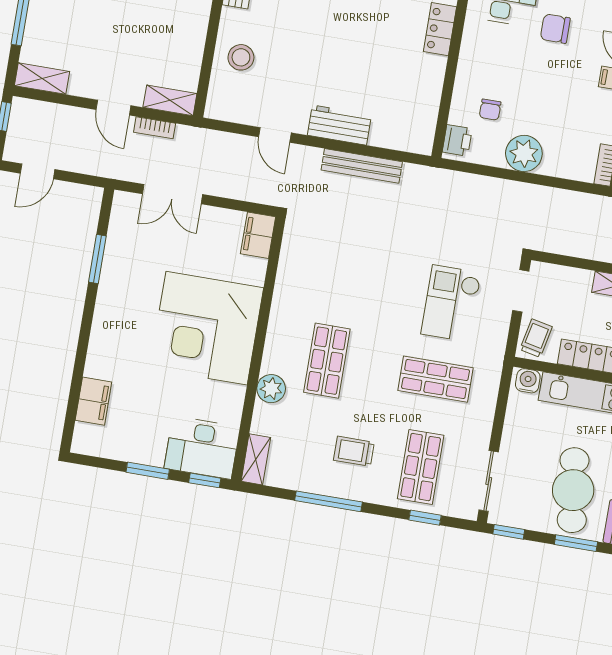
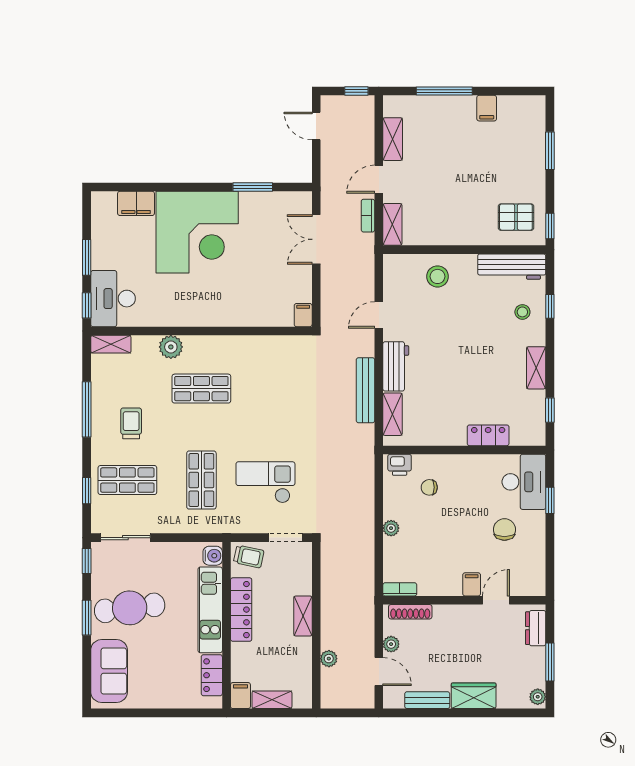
shelving: (42, 79) -> (393, 139), moved
shelving: (396, 138) -> (393, 414), added
plant: (524, 153) -> (391, 528), width x0.53, depth x0.53
filing cabinet: (258, 235) -> (303, 315), width x0.50
corner desk: (207, 328) -> (197, 232), moved, turned 180

